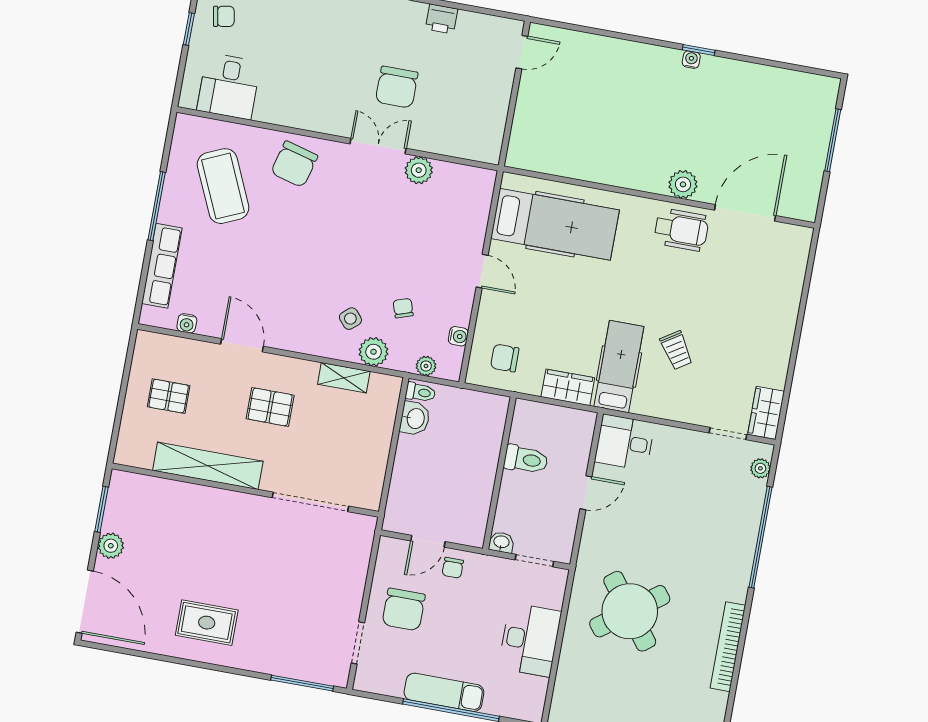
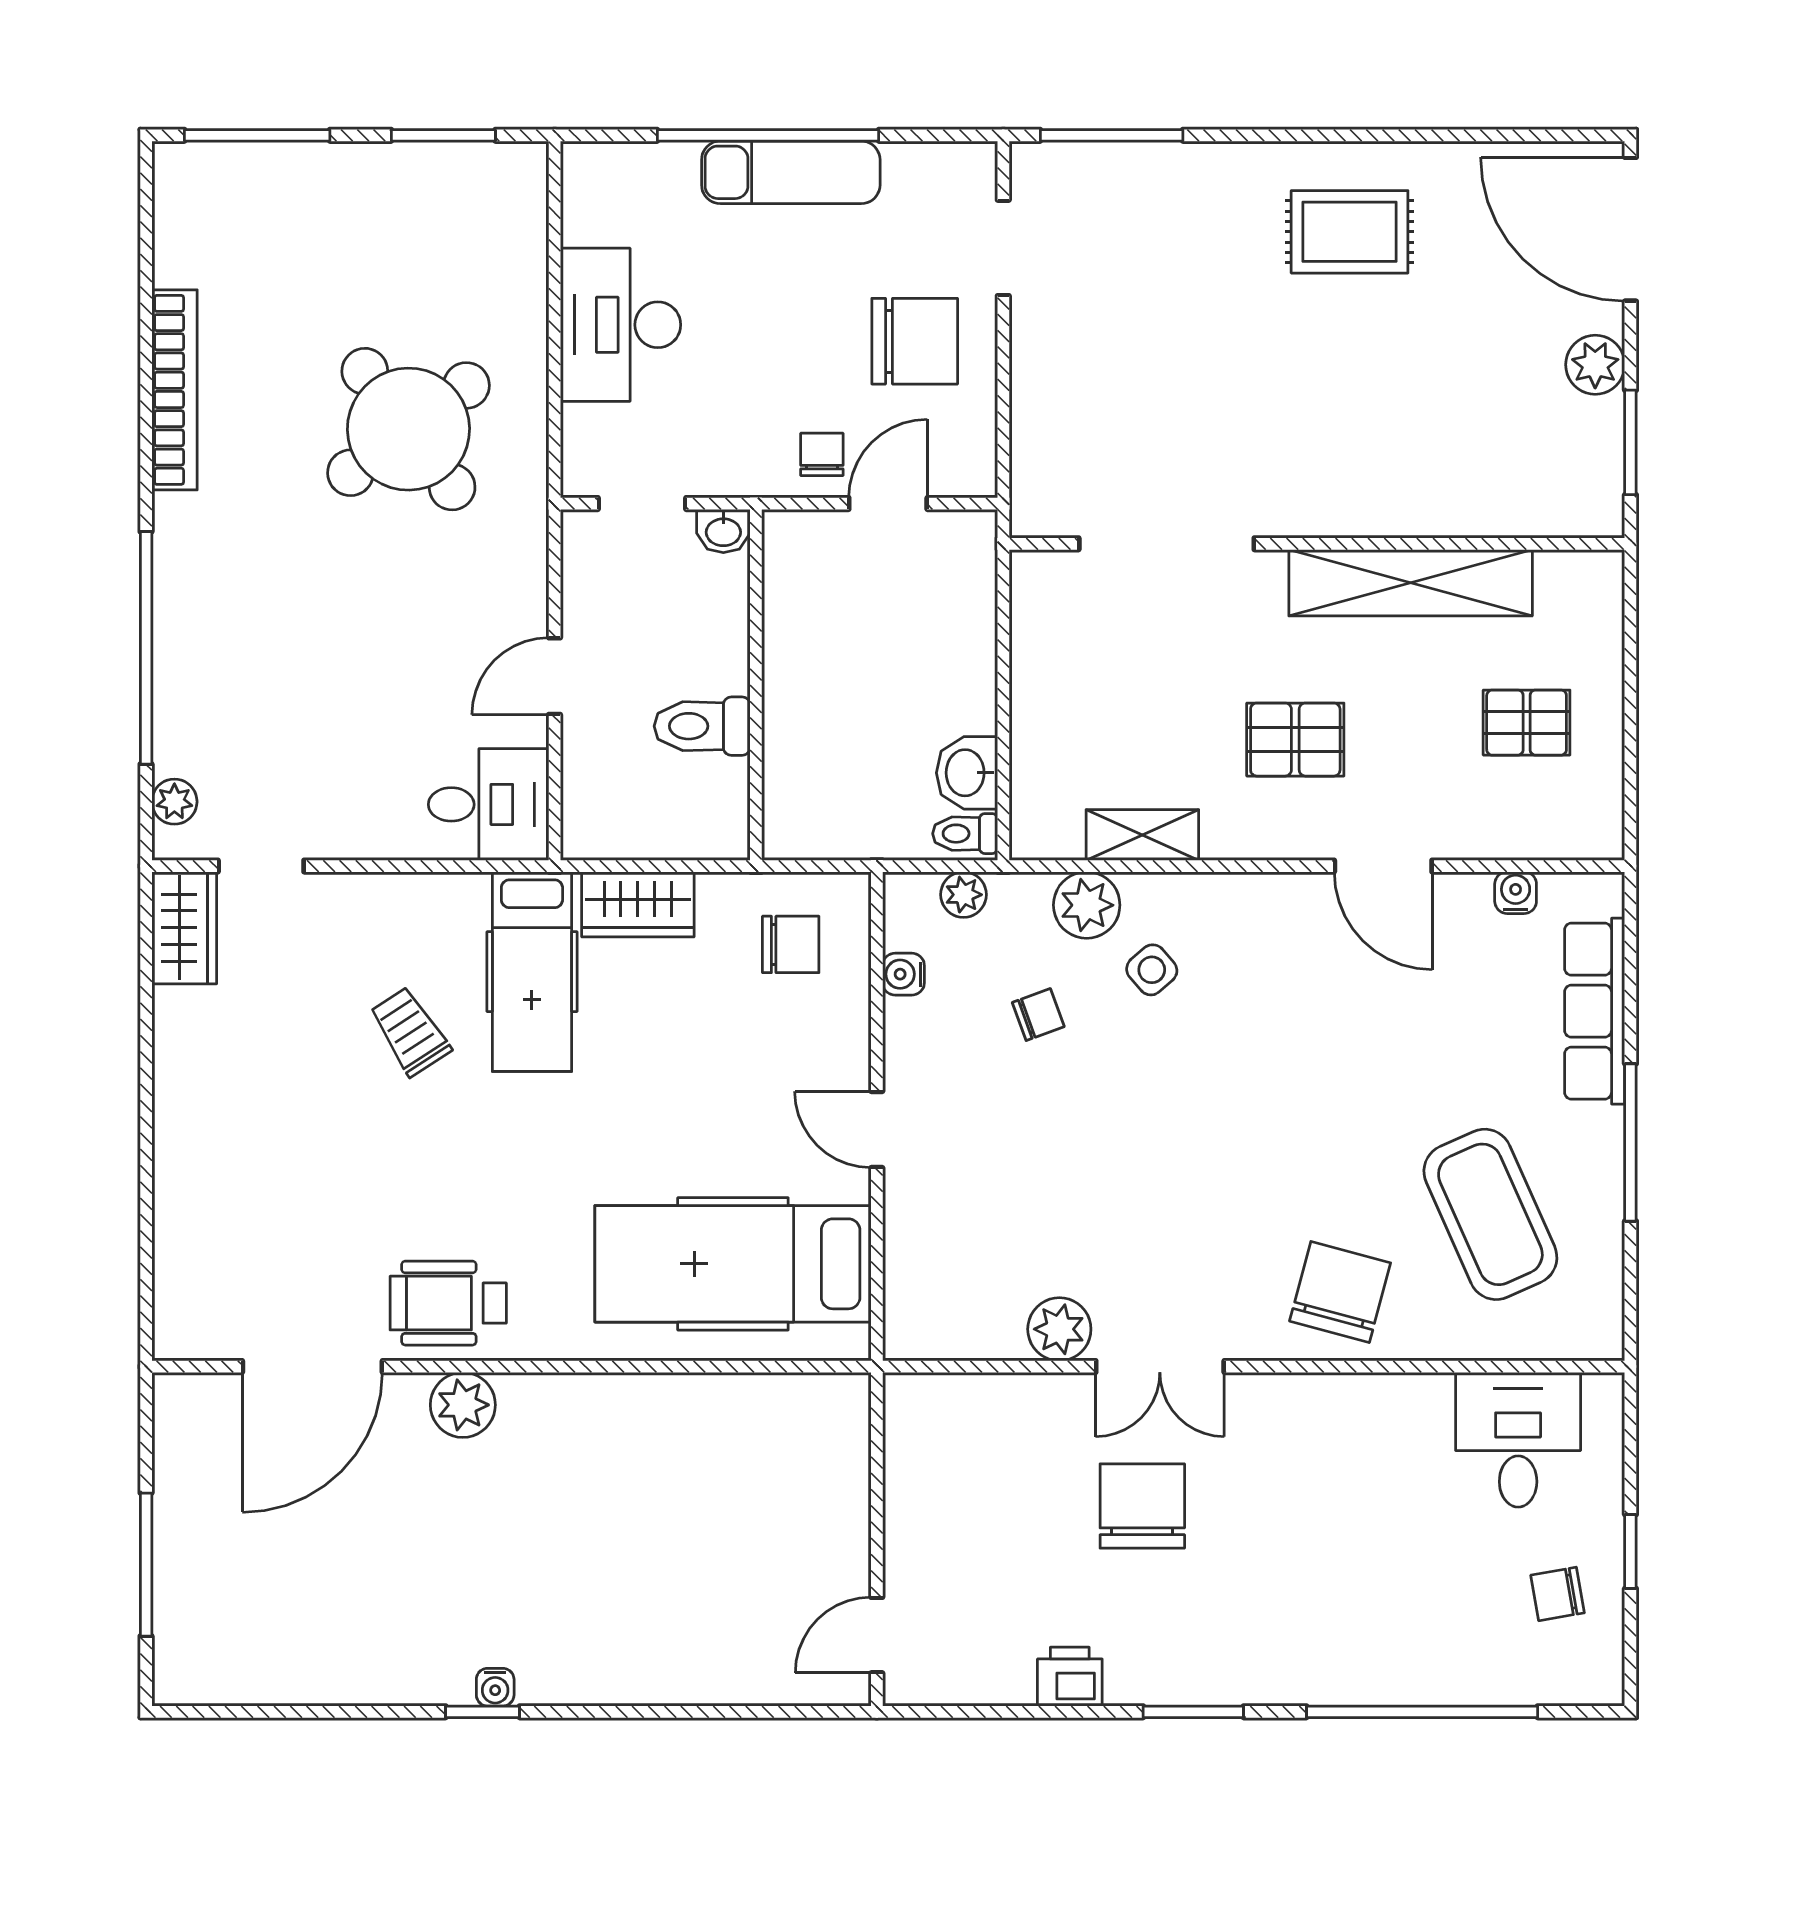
chair: (403, 308) -> (1038, 1015), turned -91
chair: (404, 609) -> (915, 341), turned 90

